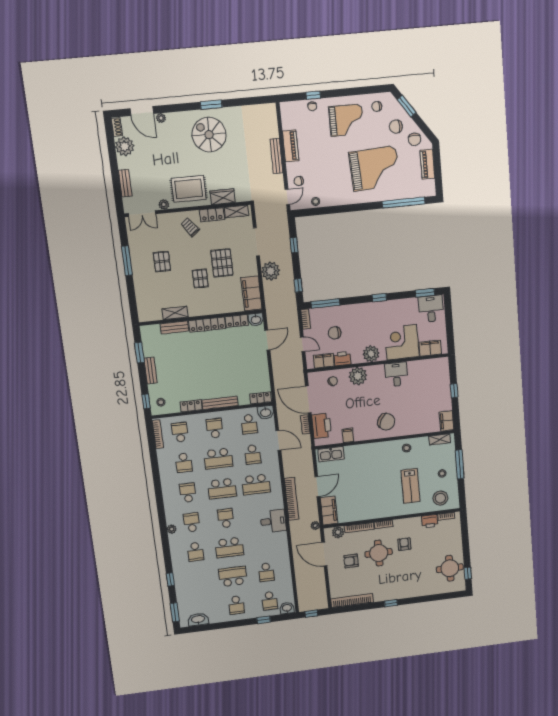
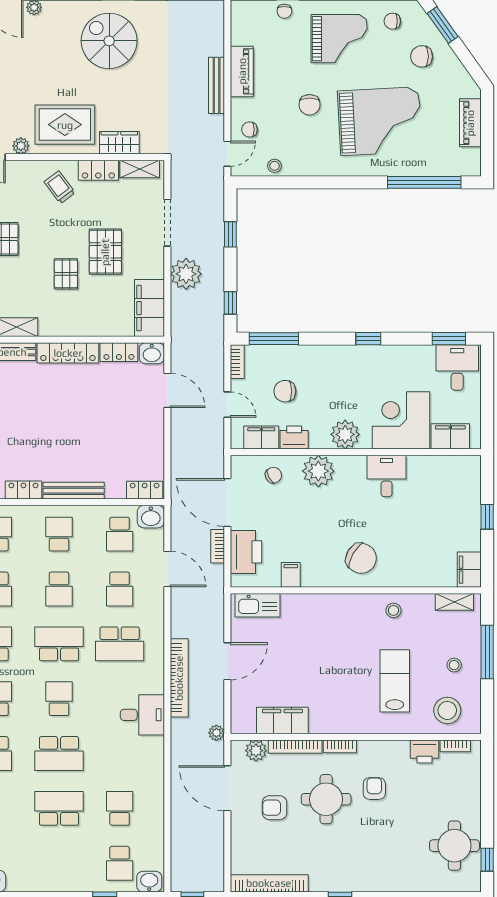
chair: (414, 139) -> (310, 105), moved
door: (267, 340) -> (167, 390), hinge flipped
school desk: (218, 459) -> (59, 589), width x0.54
lab bench: (410, 486) -> (395, 681), turned 180
school desk: (222, 489) -> (59, 644), turned 180
filing cabinet: (329, 511) -> (282, 720), moved, turned -90
school desk: (266, 572) -> (120, 808), turned 180
school desk: (236, 605) -> (59, 863), removed

